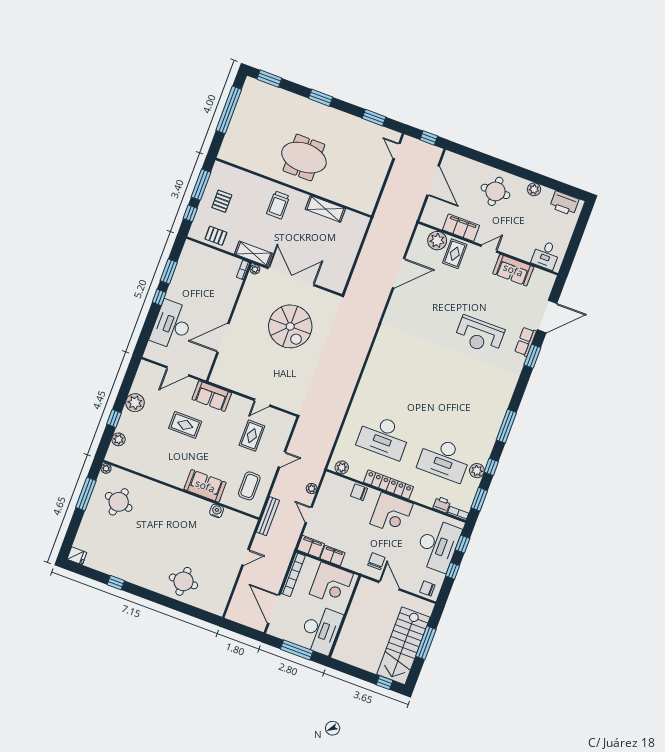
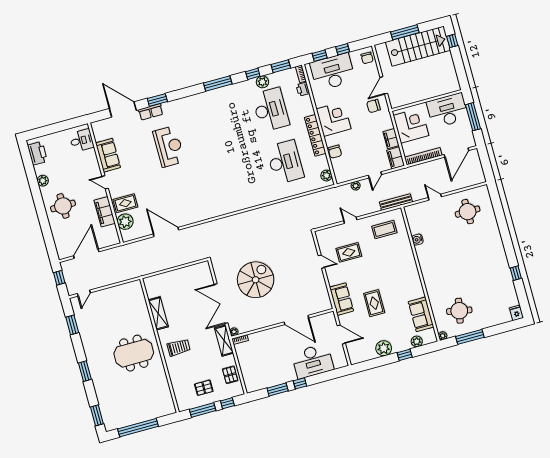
meeting table: (304, 158) -> (134, 353), turned 90
sofa: (205, 486) -> (421, 314), moved
round table: (183, 581) -> (468, 212), moved

